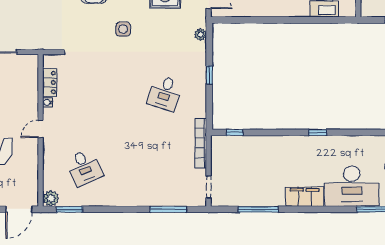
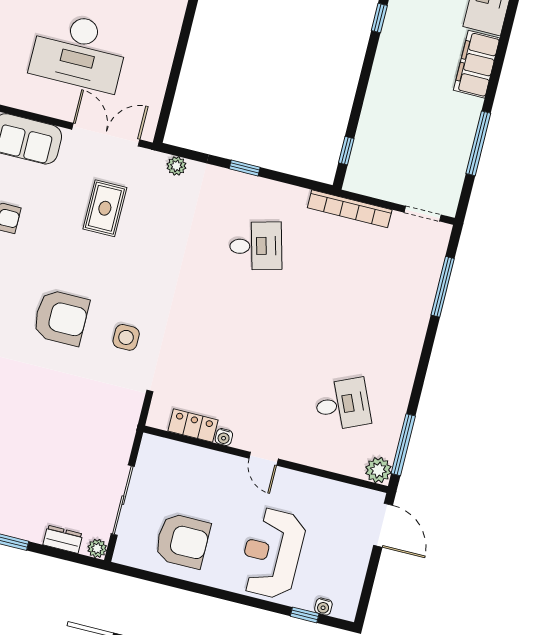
side table: (123, 29) -> (126, 337), moved
desk: (165, 93) -> (256, 246), turned -33
window: (69, 209) -> (403, 445), width x1.44

